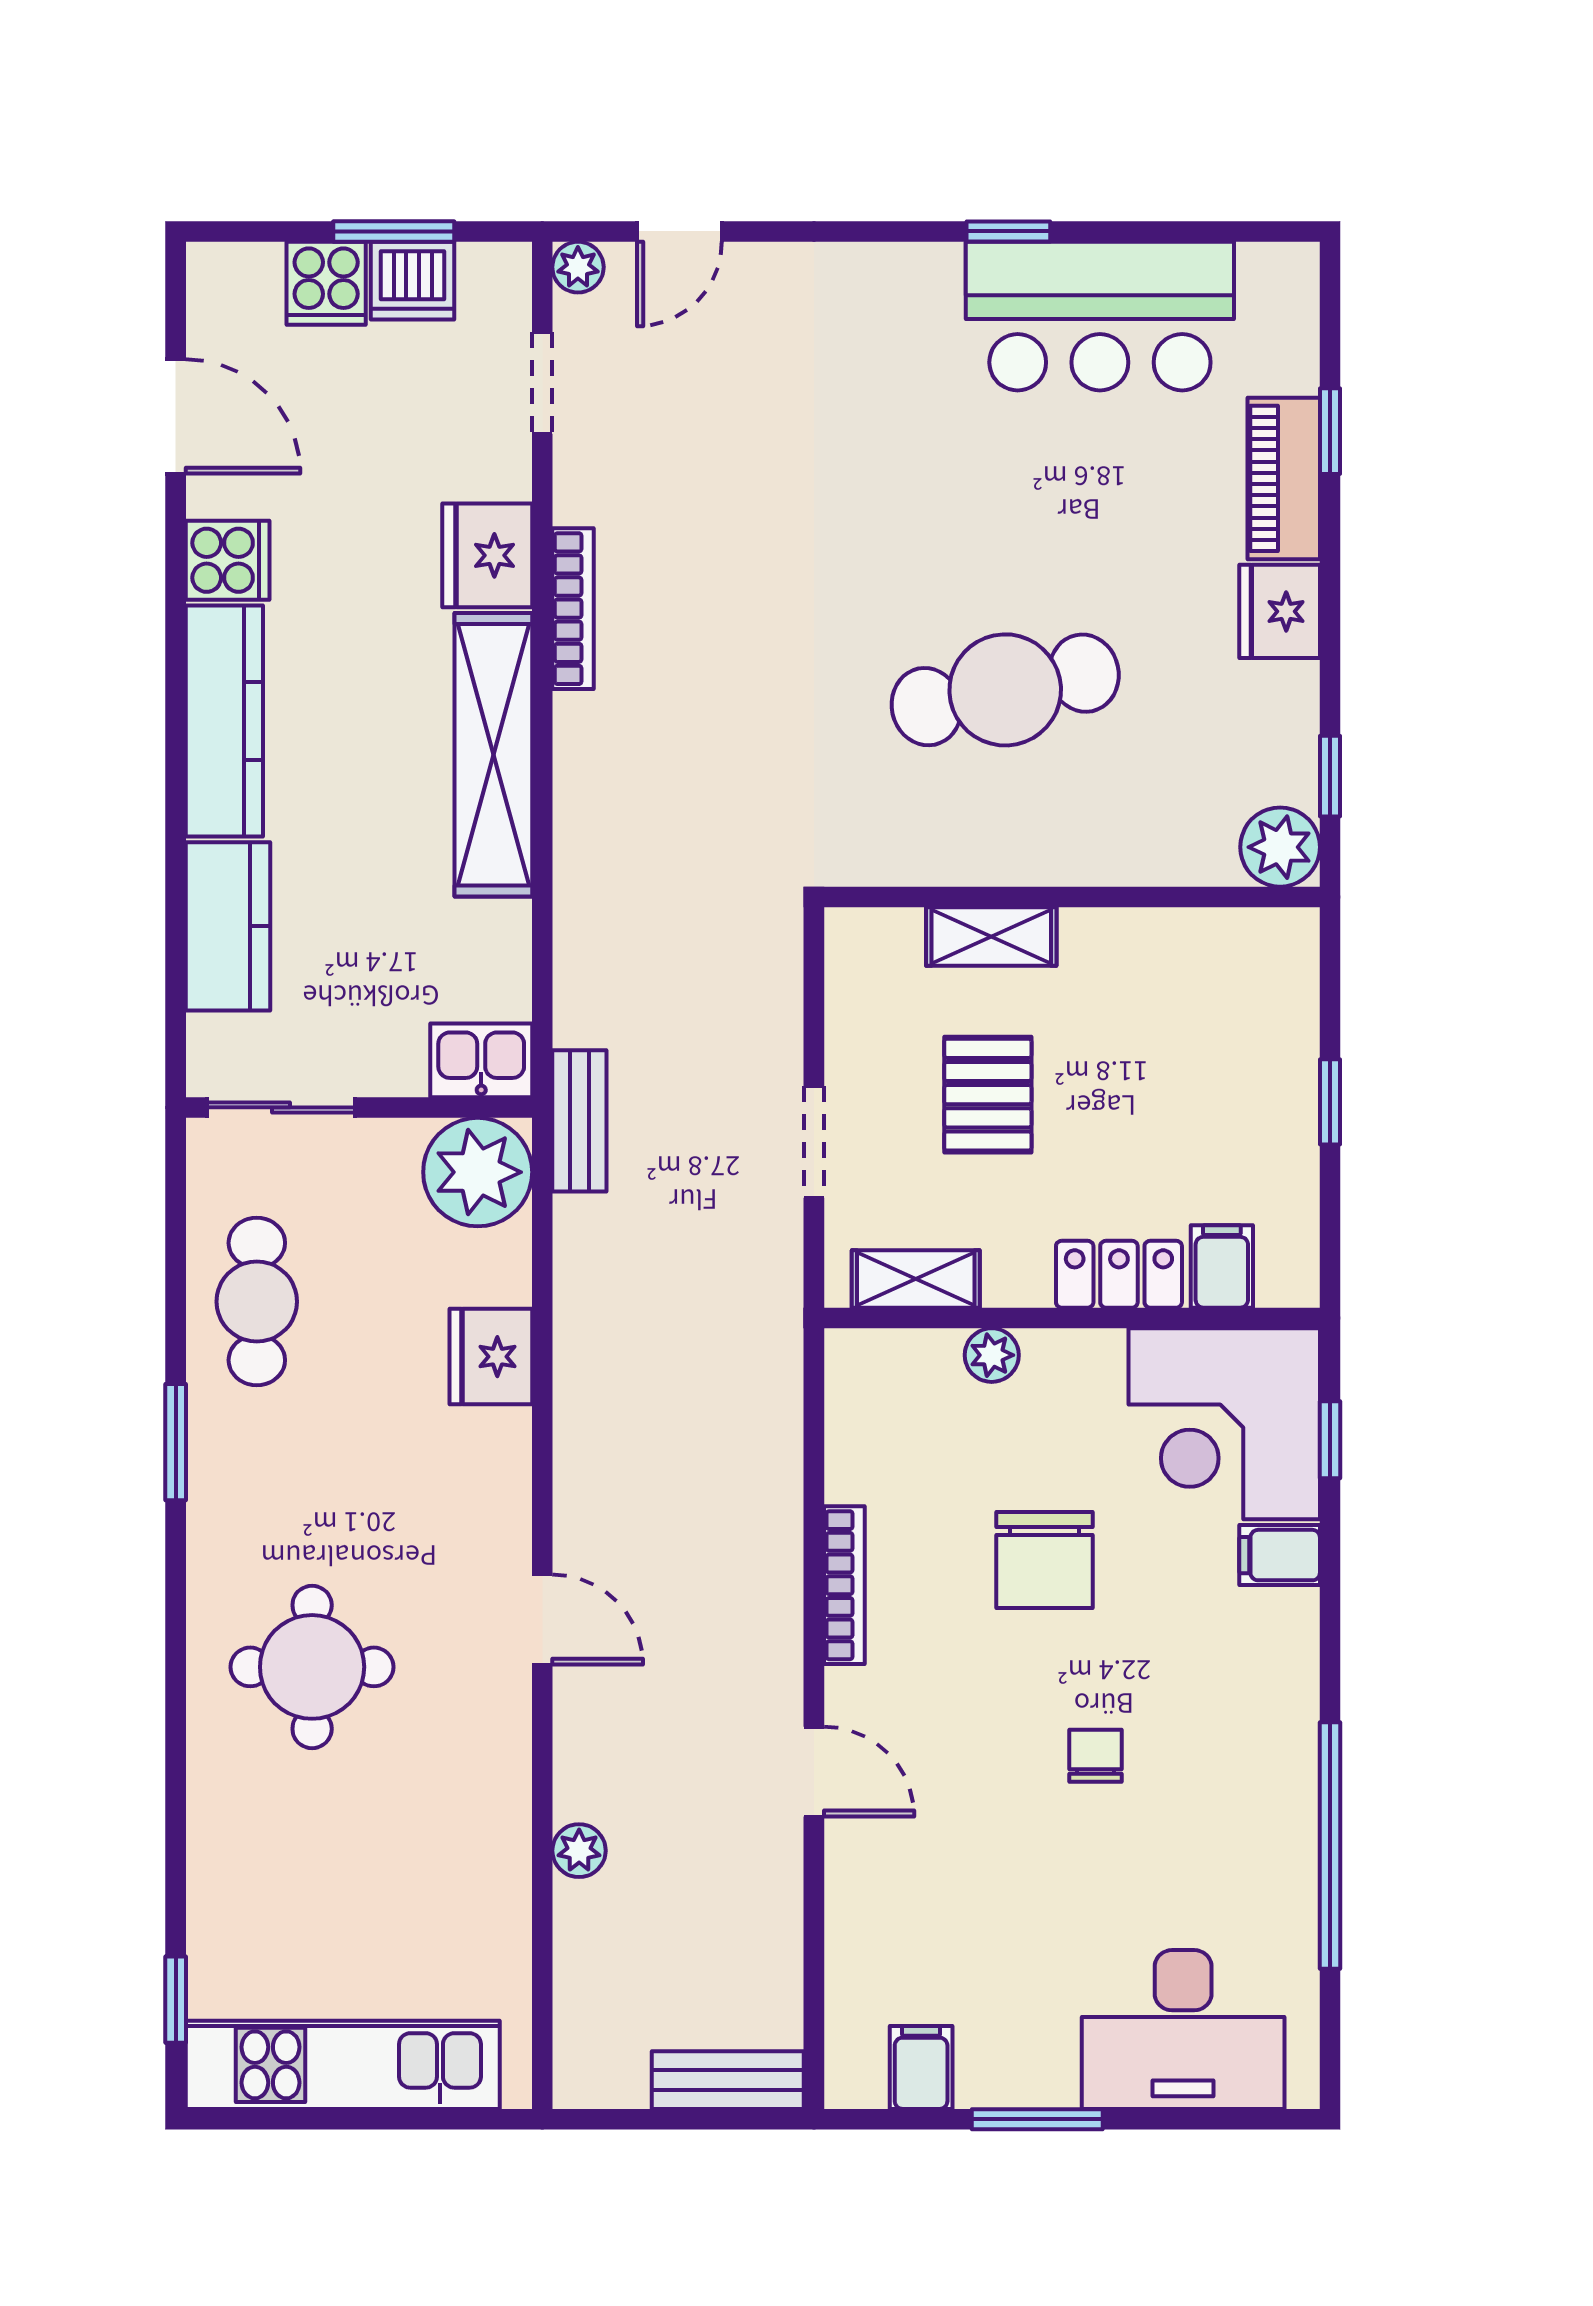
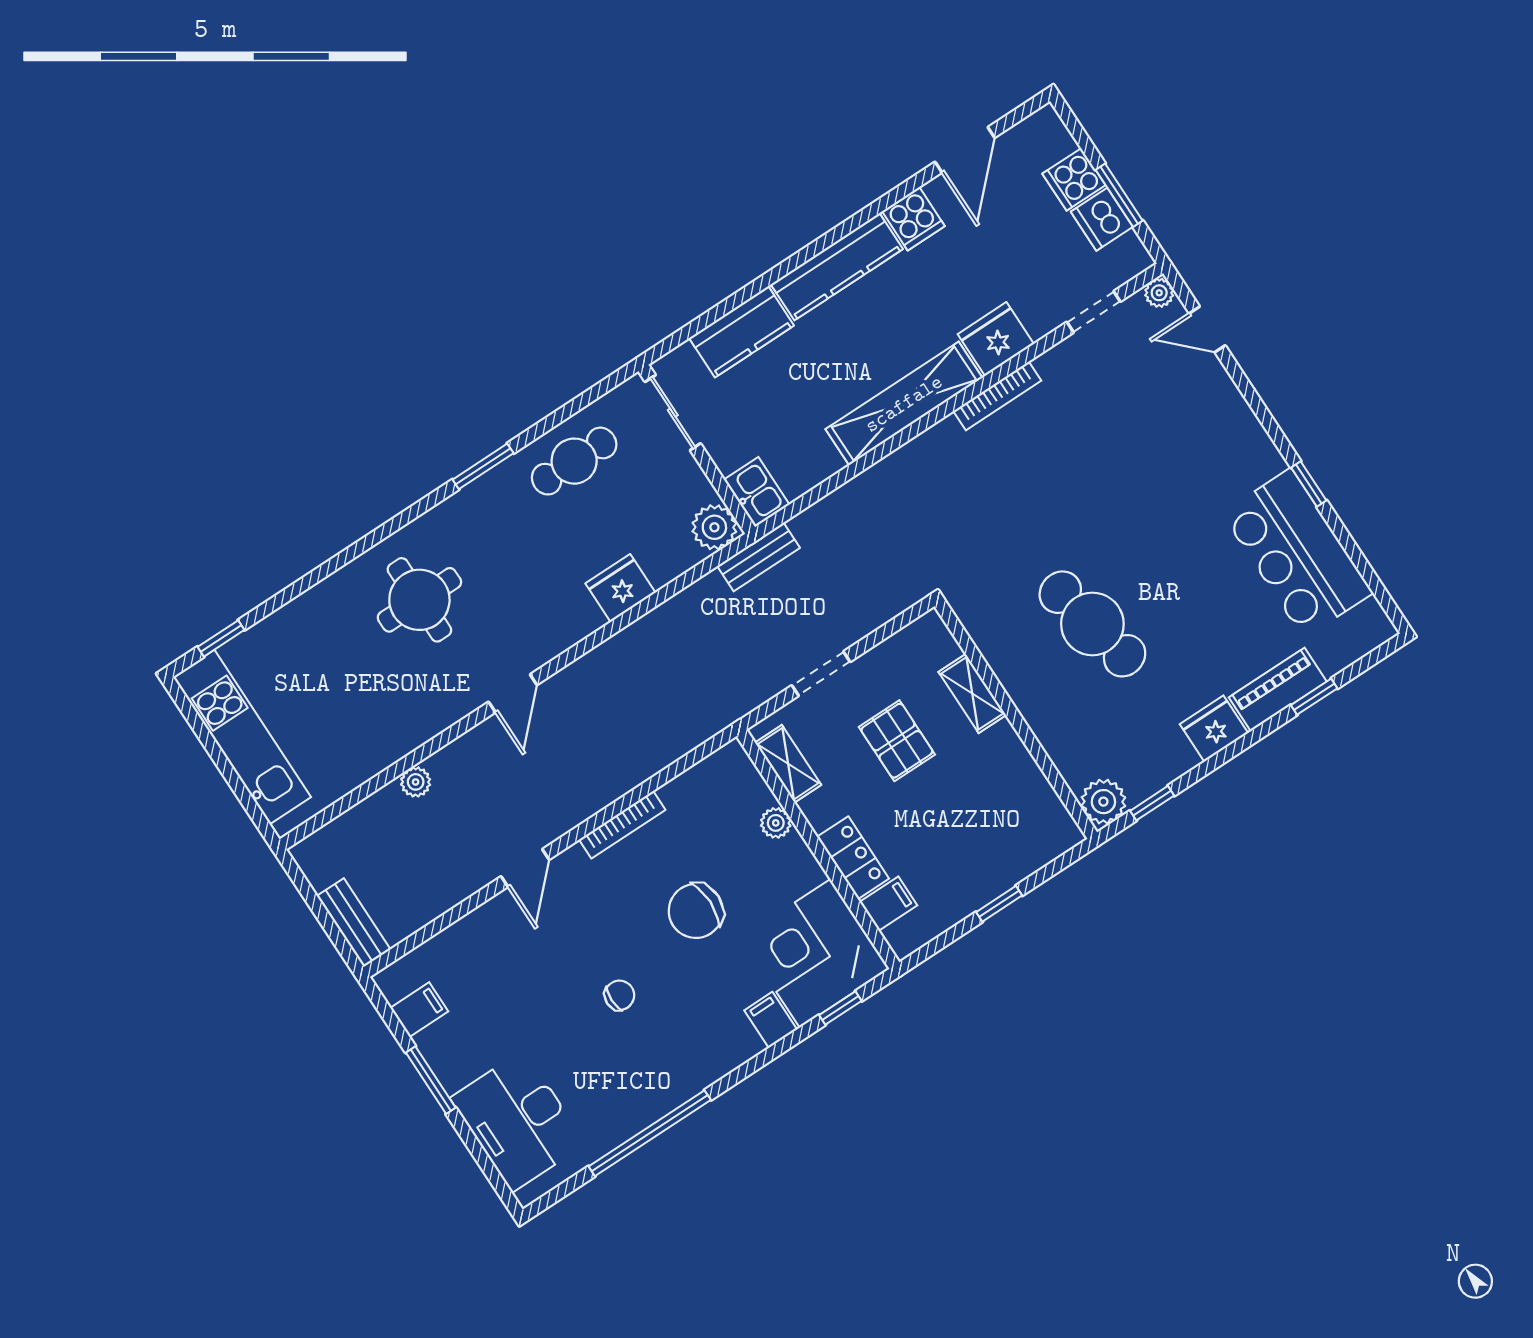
pallet: (988, 1095) -> (897, 741), turned 90
plant: (478, 1172) -> (714, 527), width x0.73, depth x0.73

